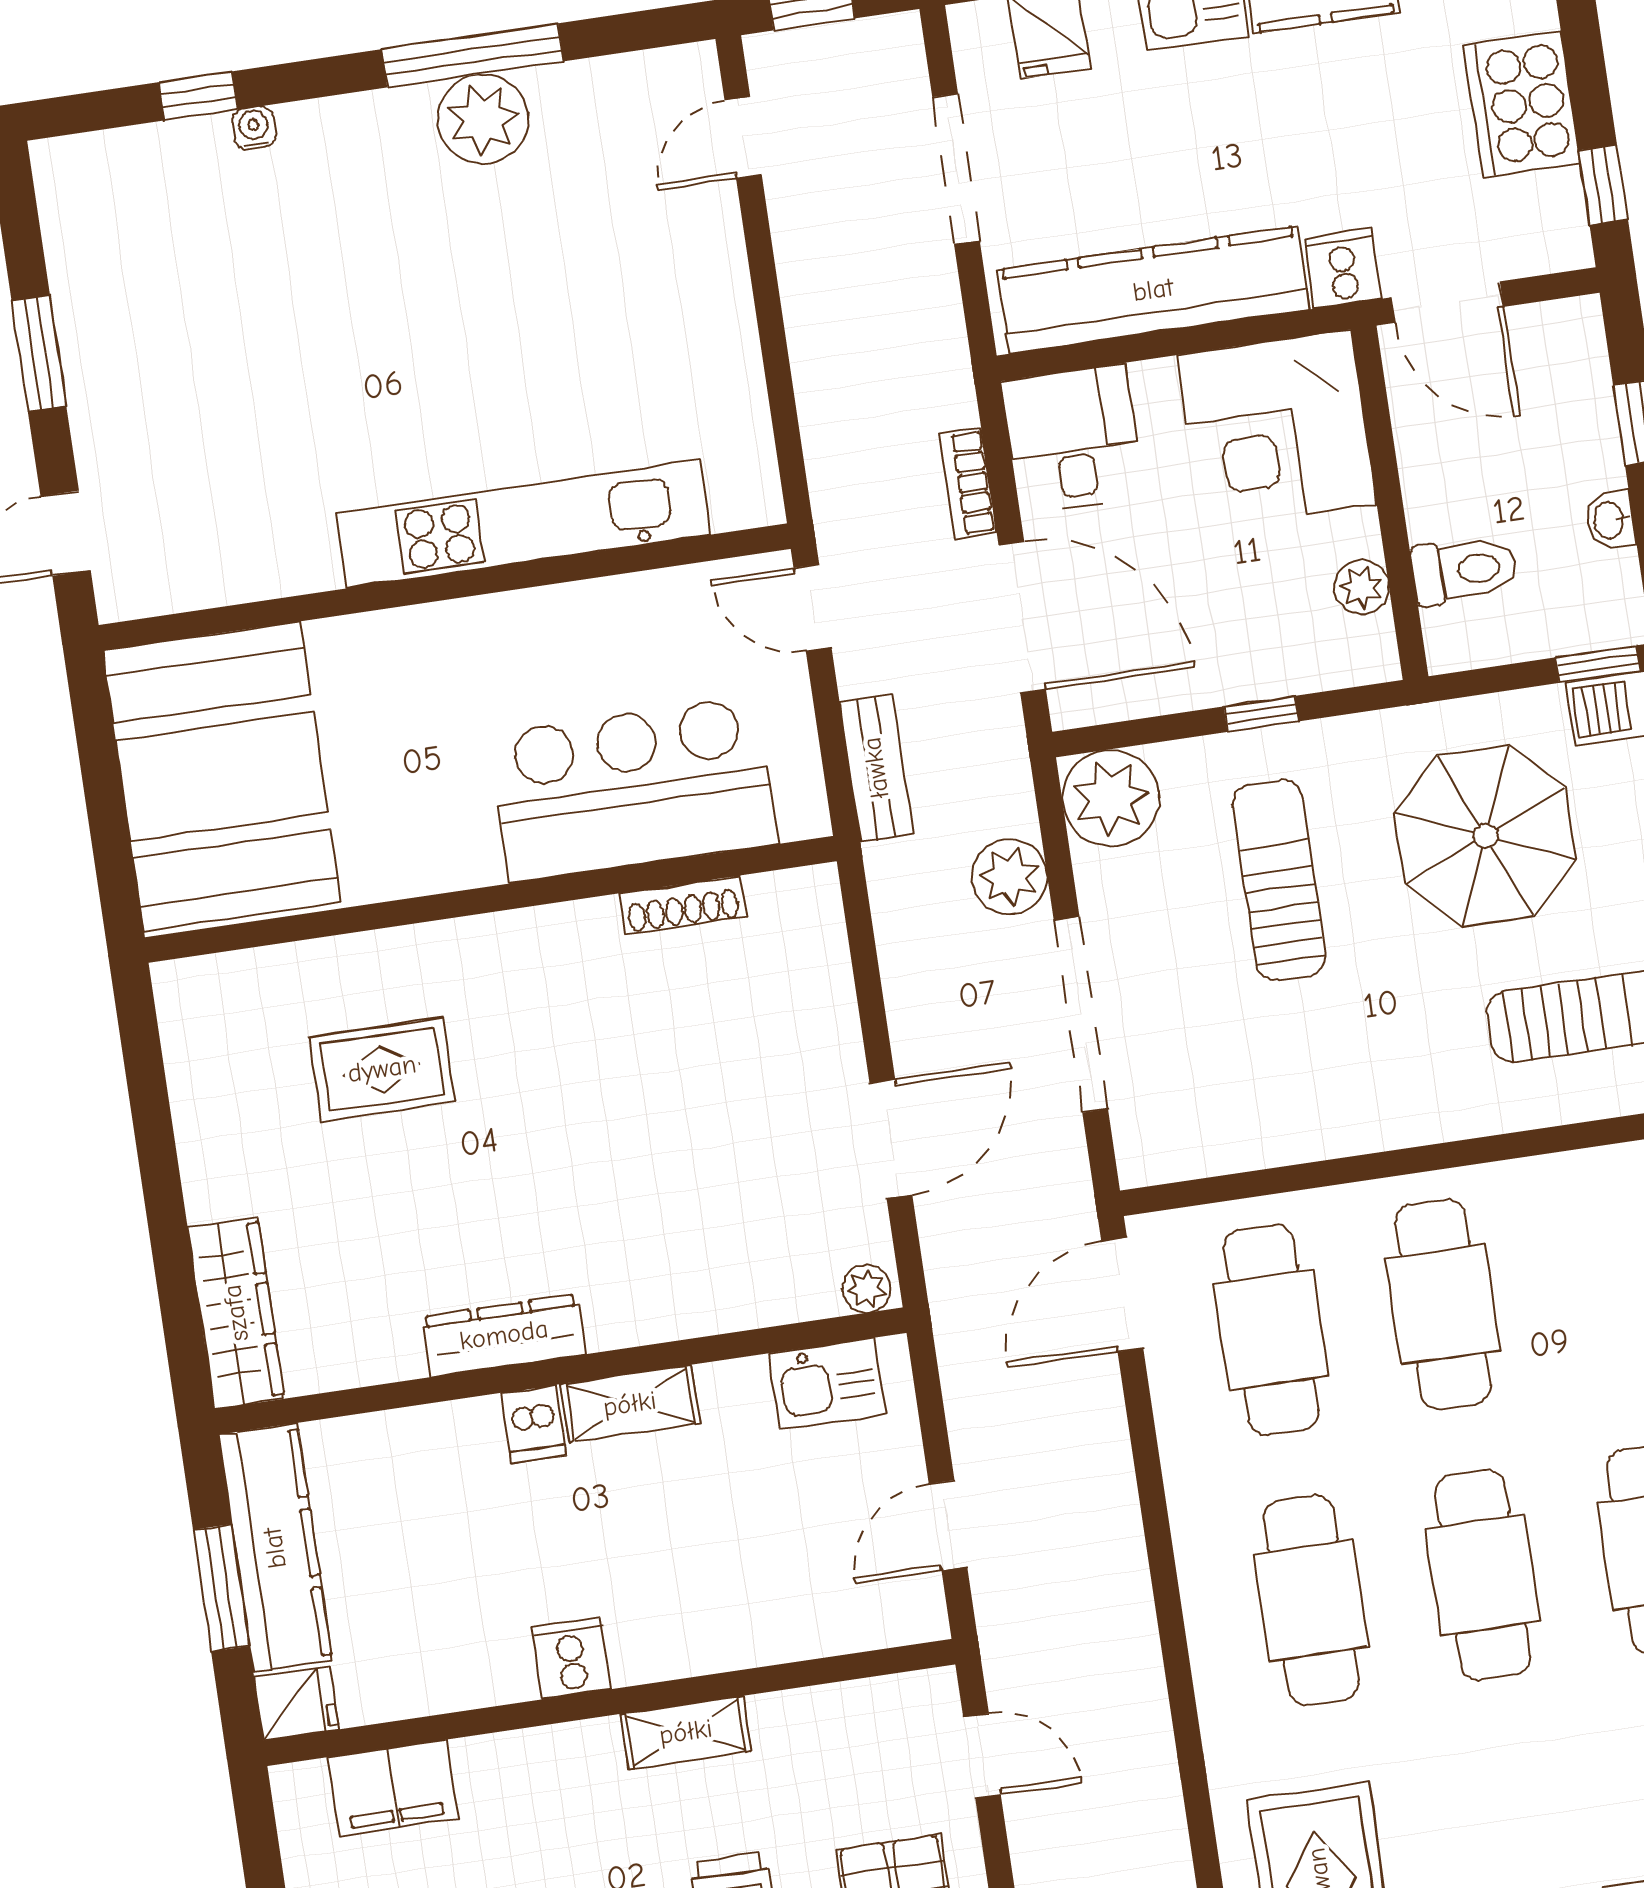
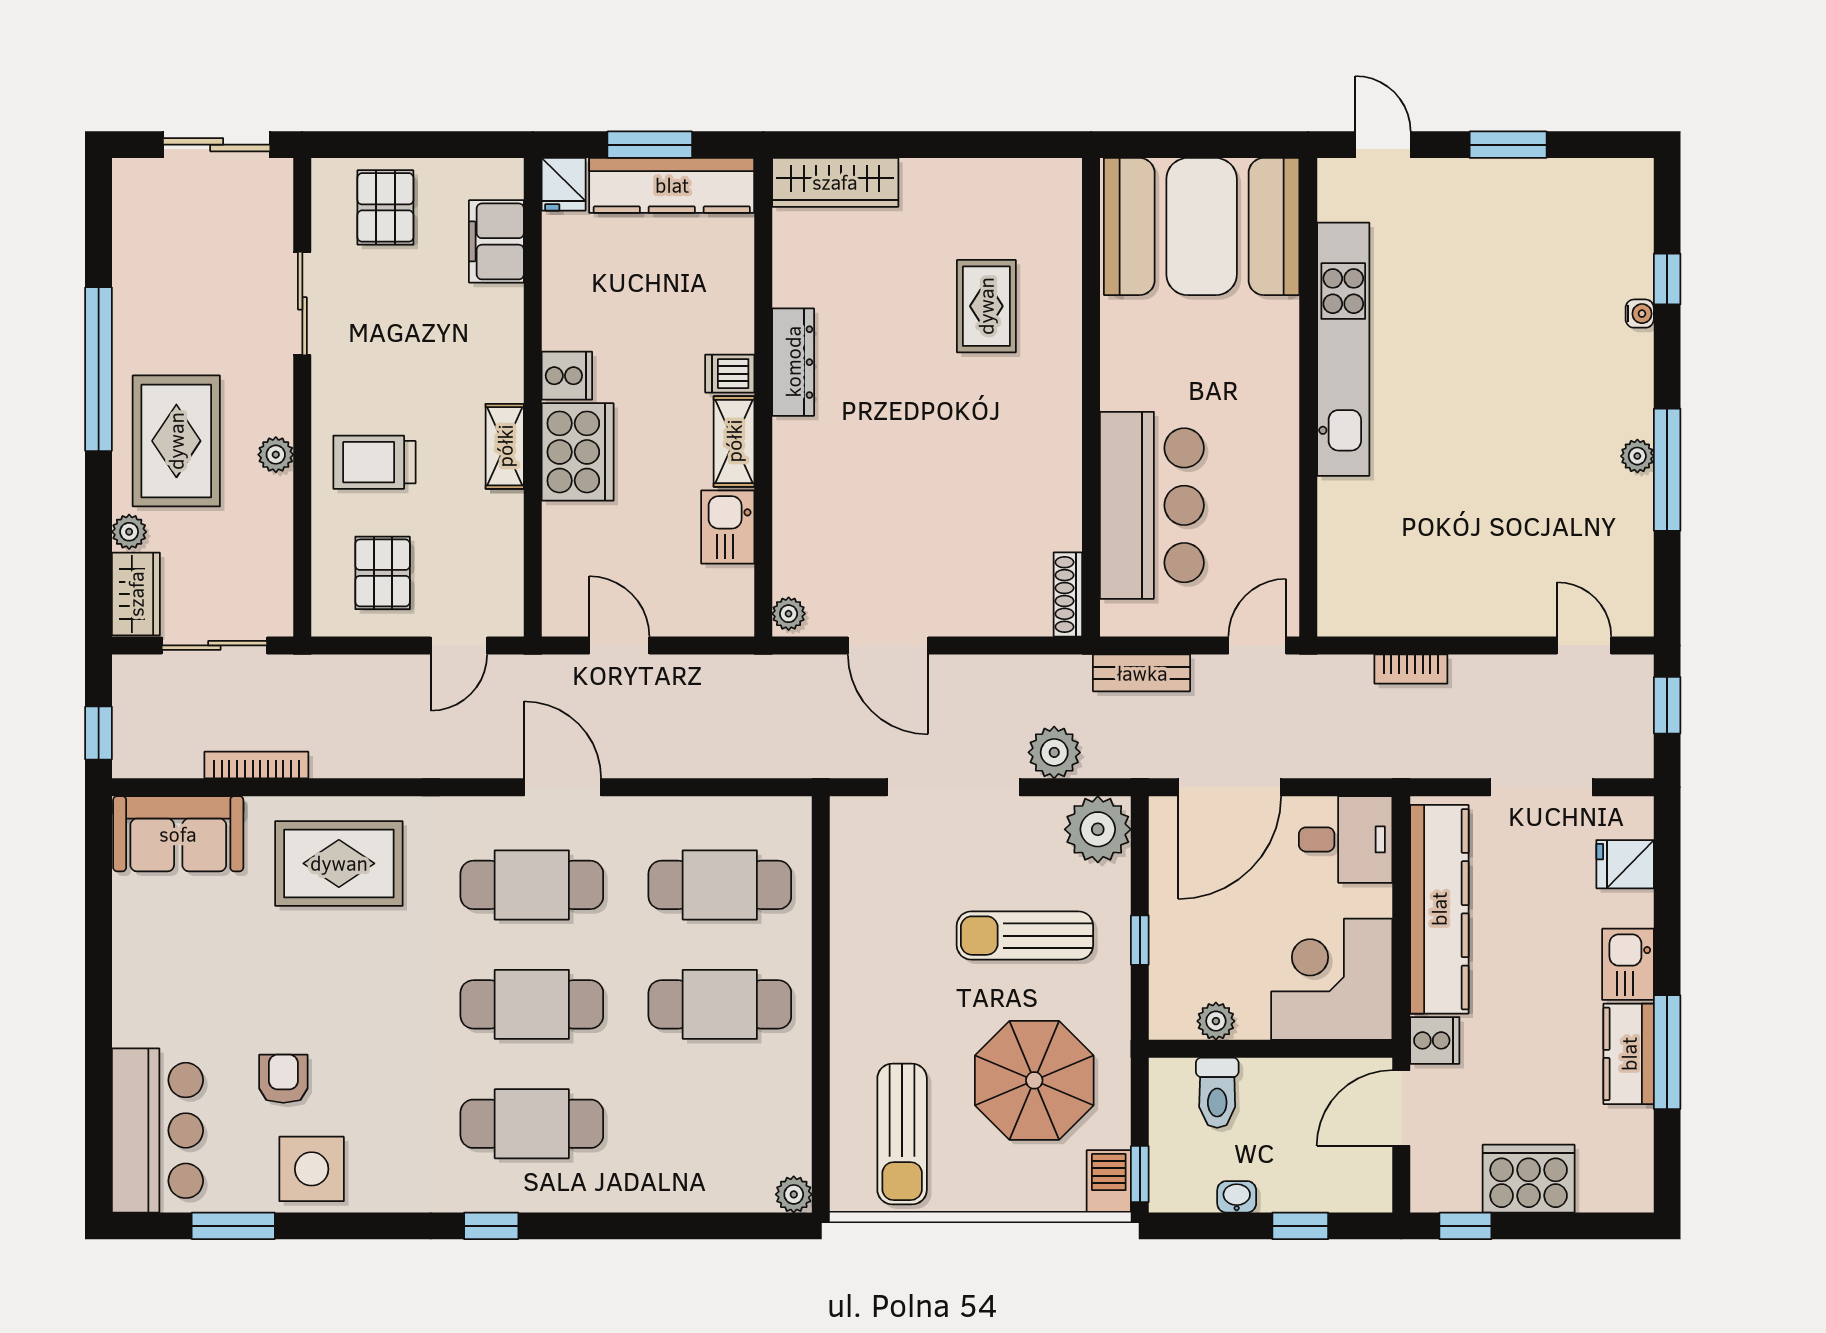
plant: (483, 119) -> (1637, 456), width x0.53, depth x0.53
bookcase: (968, 483) -> (1411, 669), moved, turned 180
kitchen unit: (523, 524) -> (1343, 349), moved
sun lounger: (1279, 880) -> (1025, 936), turned 180
shoe rack: (683, 905) -> (1068, 594), moved
door: (1122, 1295) -> (563, 787), moved
kitchen sink: (827, 1384) -> (728, 527), moved
cooker: (679, 1626) -> (578, 452), added

